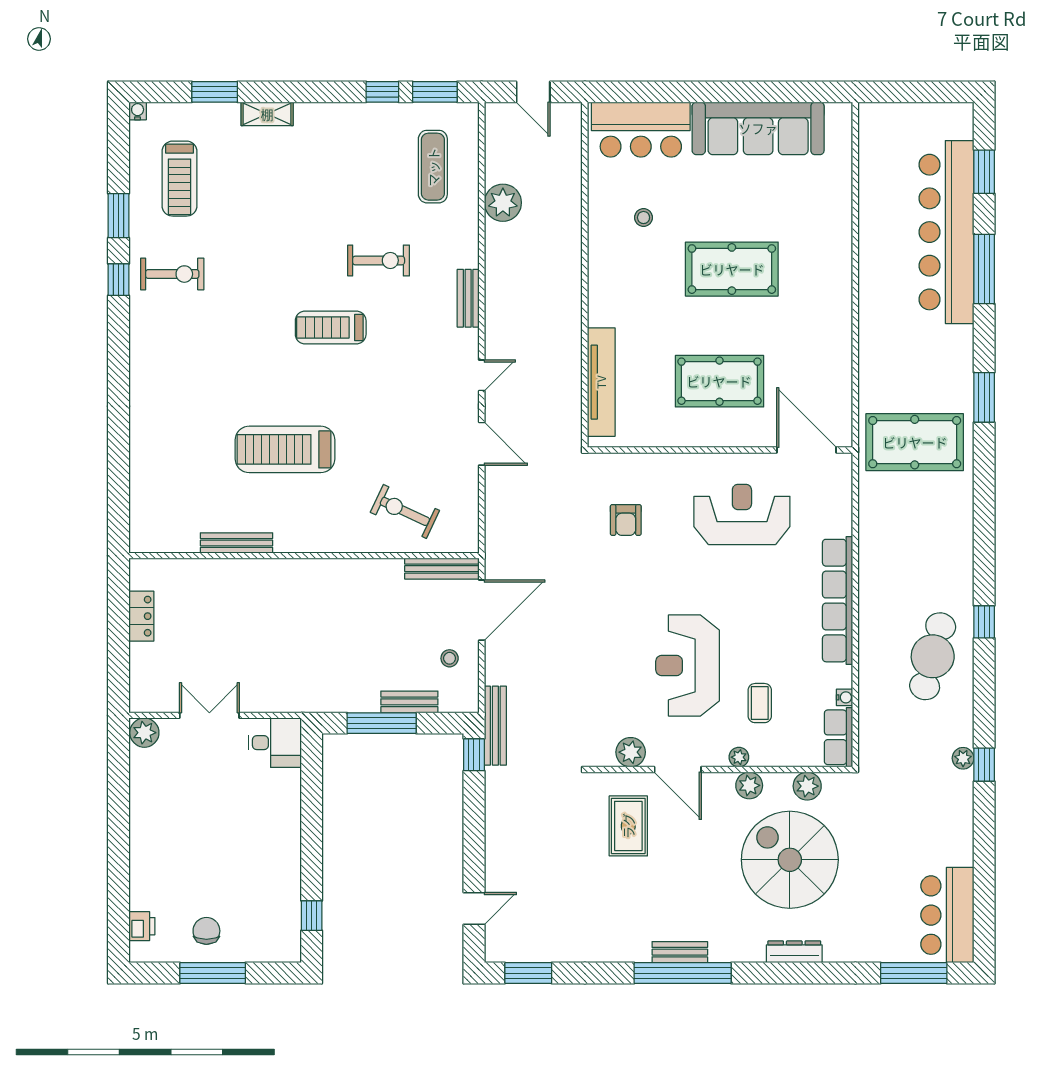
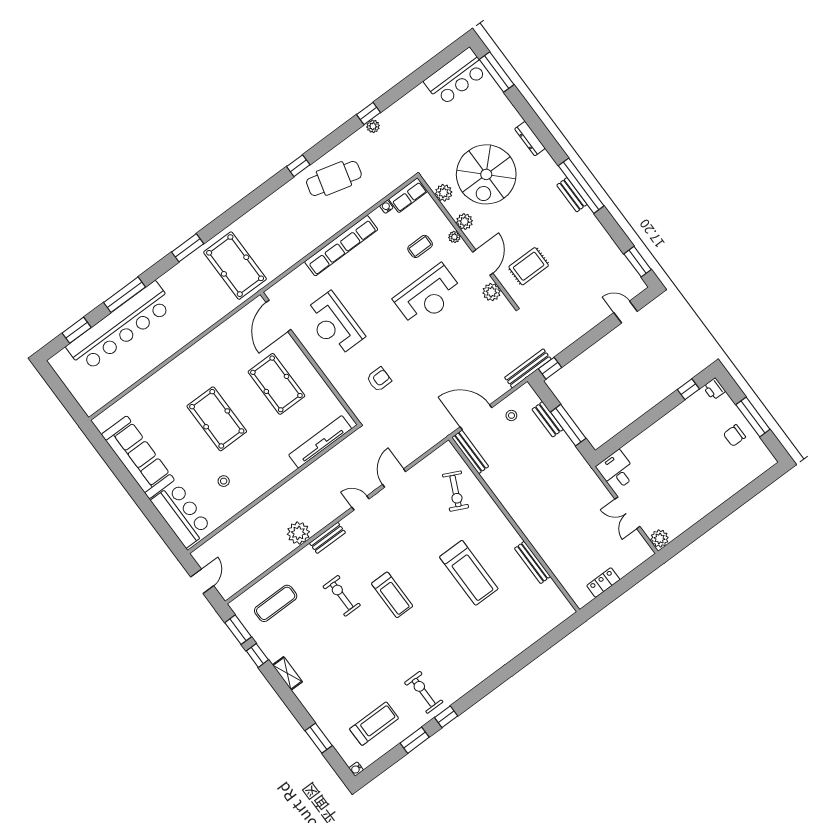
shelving: (267, 114) -> (287, 673), moved
plant: (503, 203) -> (298, 533), moved
printer: (142, 926) -> (714, 389), moved, turned -90

